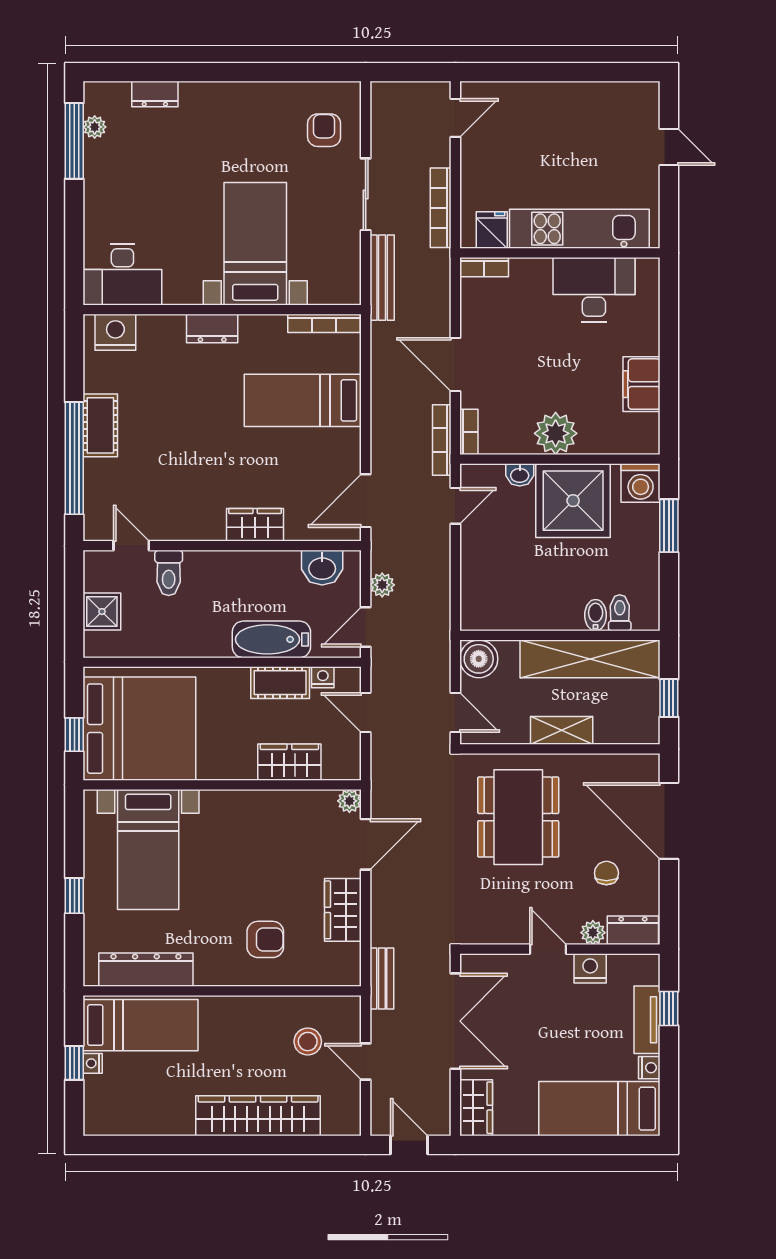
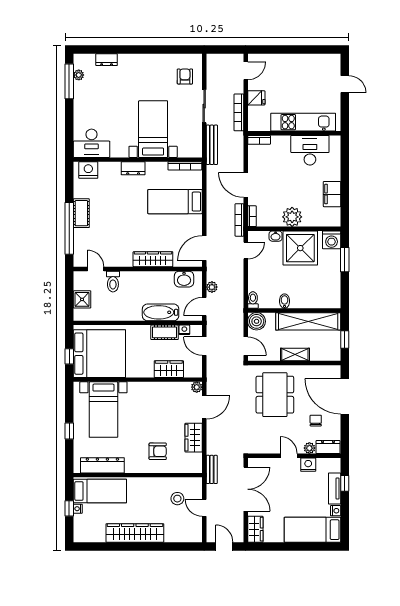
fridge: (492, 230) -> (256, 98), moved, turned 90
wardrobe: (255, 525) -> (153, 259), width x1.50
toilet: (620, 613) -> (253, 300), moved
bidet: (596, 615) -> (285, 301), moved
wardrobe: (258, 1116) -> (135, 533), moved

